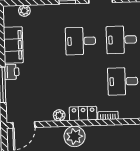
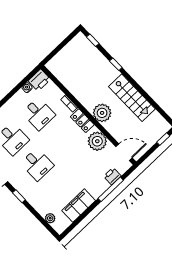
printer: (12, 72) -> (112, 176), moved
plant: (59, 115) -> (97, 141), width x1.87, depth x1.87

